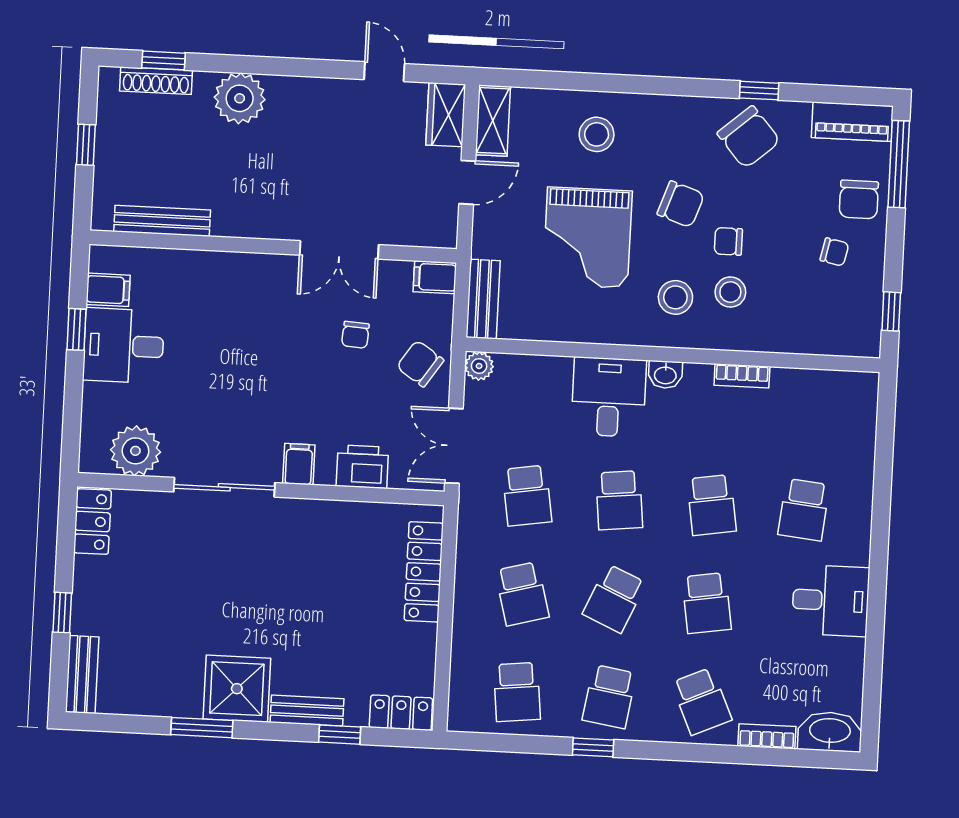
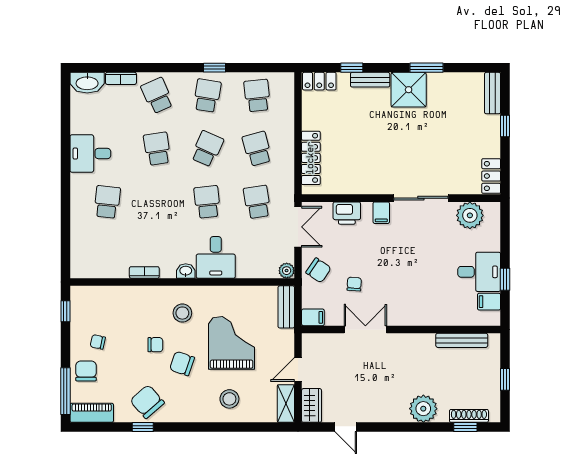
stool: (730, 292) -> (153, 317), removed
school desk: (712, 505) -> (157, 202), removed

